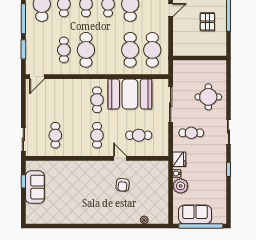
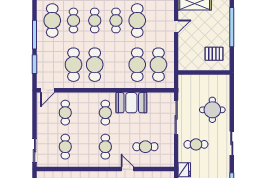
pallet: (207, 22) -> (214, 54), moved, turned 90
cafe table: (64, 50) -> (73, 65), width x1.37, depth x1.35
booth: (130, 94) -> (131, 103), width x0.73, depth x0.70
cafe table: (55, 100) -> (65, 113), added

